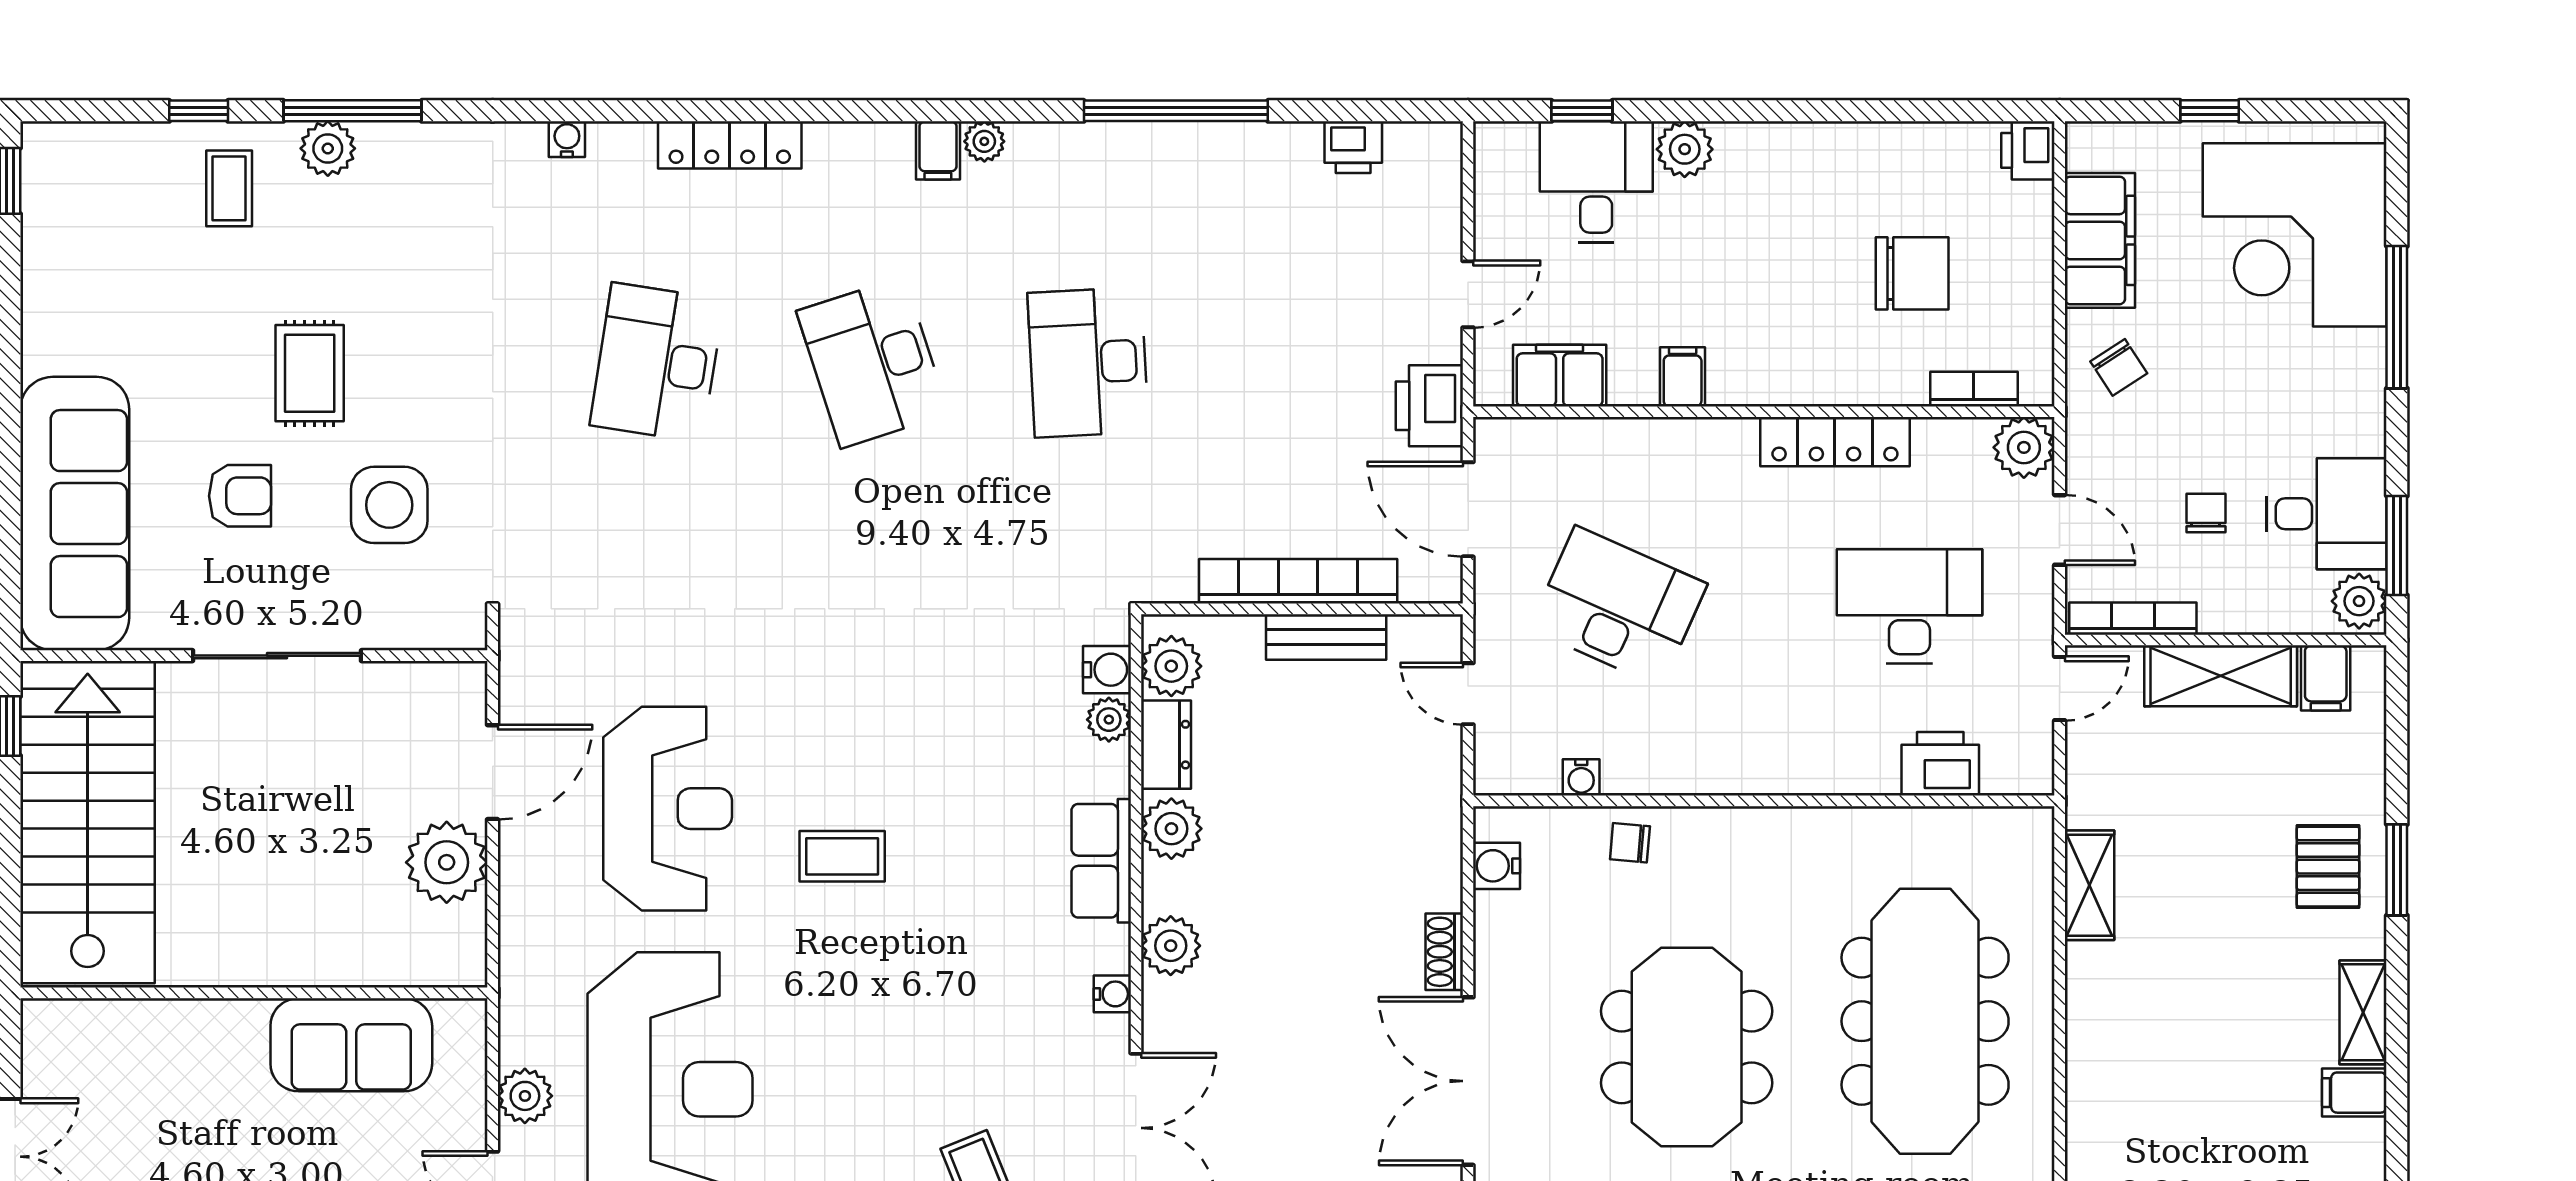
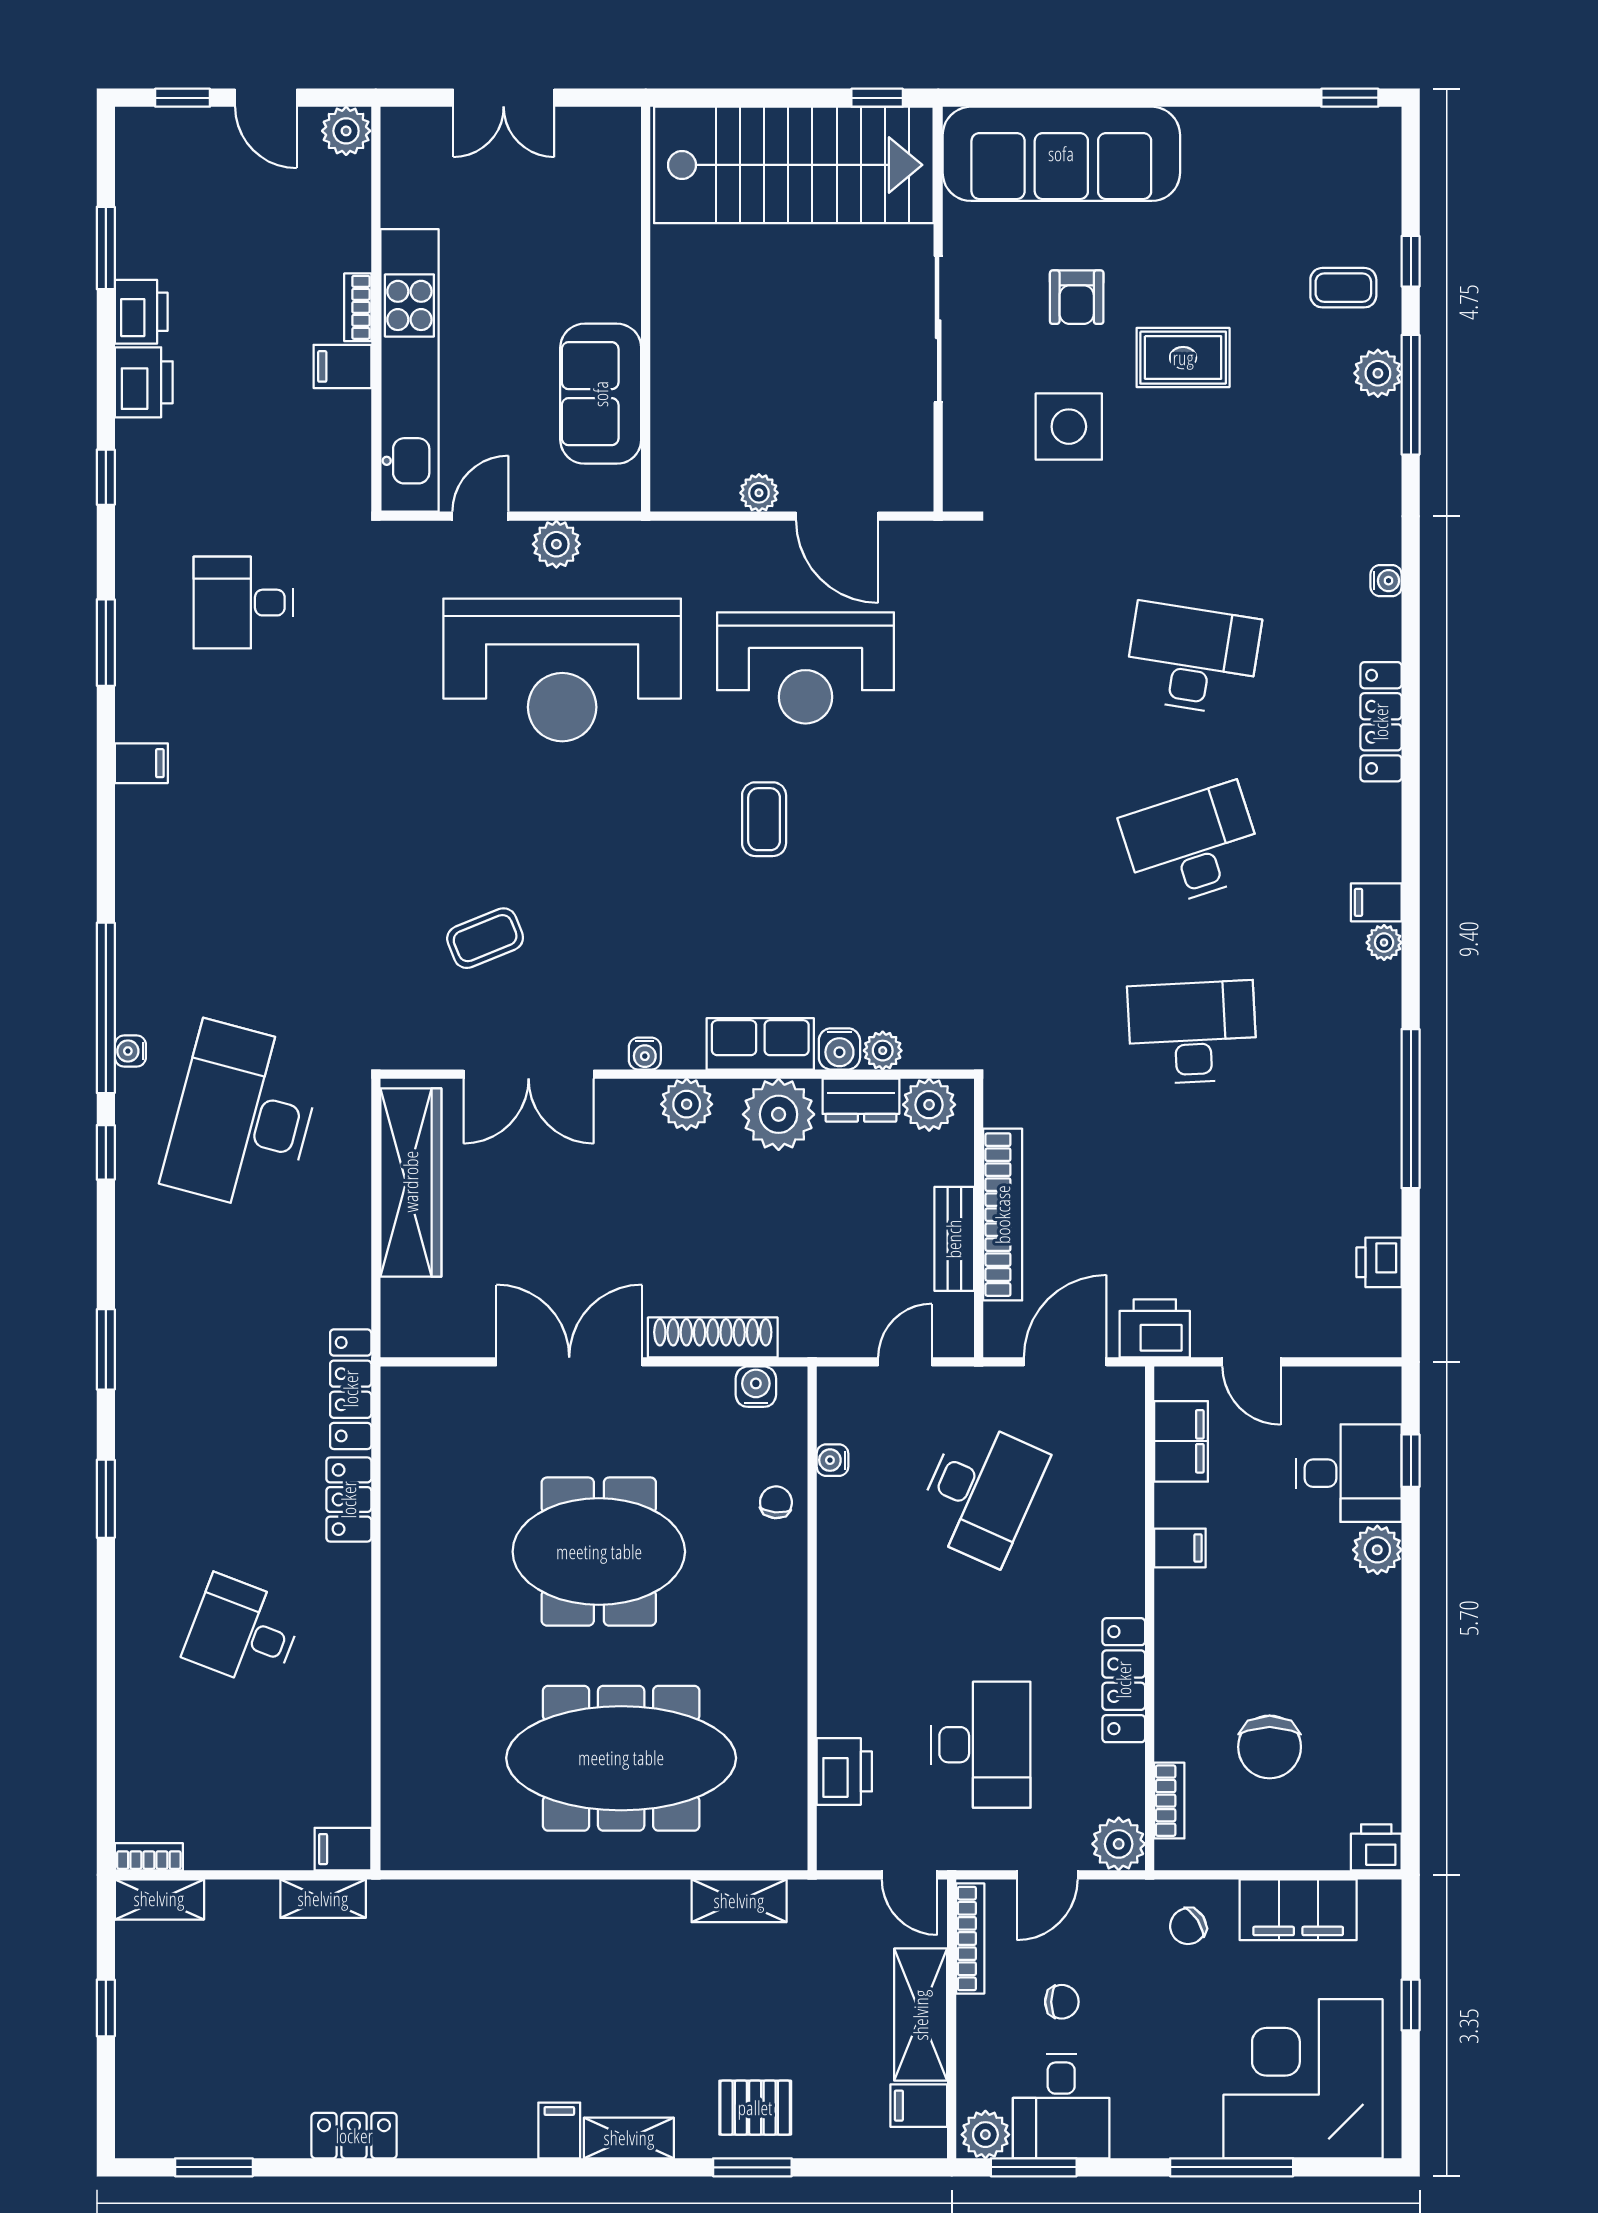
water cooler: (1107, 670) -> (839, 1049), moved
plant: (1171, 829) -> (779, 1114), width x1.36, depth x1.36
plant: (447, 862) -> (759, 493), width x0.53, depth x0.53
shoe rack: (1444, 952) -> (713, 1337), width x1.94, depth x1.24

